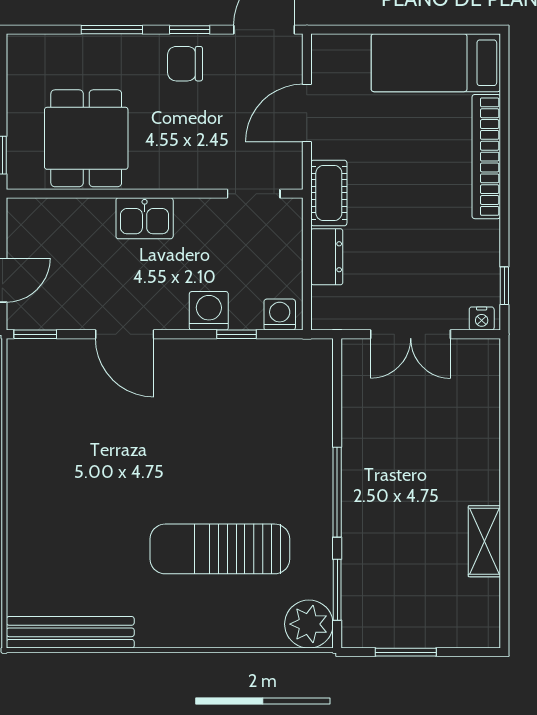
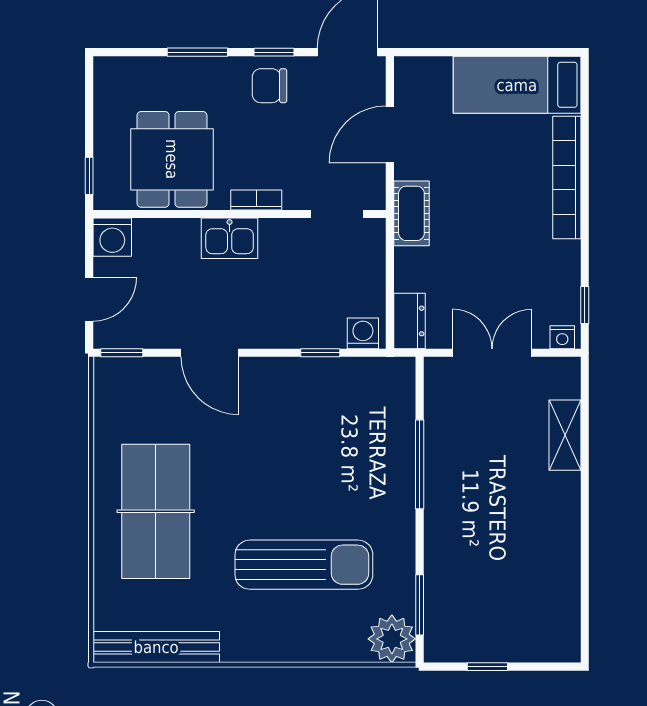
bookcase: (172, 179) -> (256, 200), added
dresser: (327, 257) -> (409, 321), moved
washing machine: (209, 311) -> (112, 237), moved, turned 180
double door: (411, 334) -> (492, 353), swing flipped
window: (337, 492) -> (420, 464), moved
table tennis table: (70, 495) -> (156, 511), added
shelving: (484, 541) -> (565, 435), moved
sun lounger: (220, 549) -> (304, 565), turned 180
window: (406, 652) -> (487, 667), width x0.67

